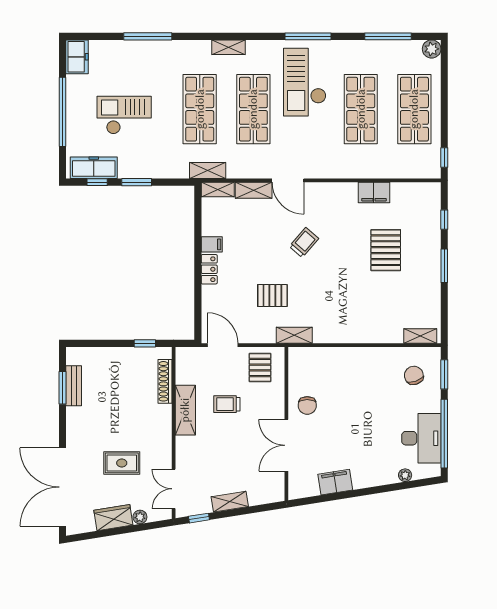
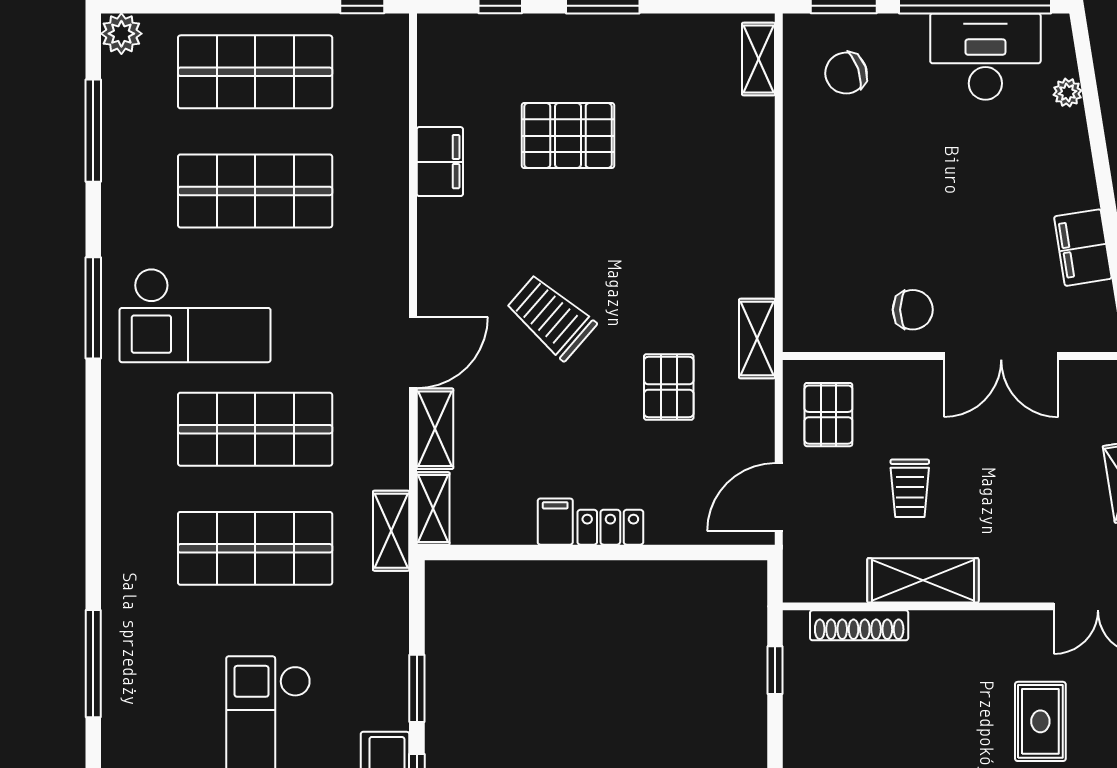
shelving: (229, 47) -> (118, 484), removed
trolley: (304, 242) -> (551, 317), width x1.36, depth x1.39
pallet: (260, 368) -> (828, 415), turned 90

